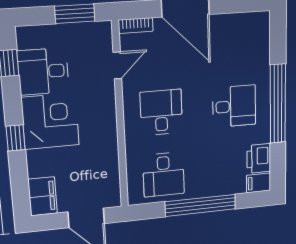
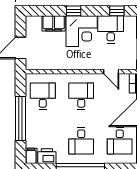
desk: (233, 42) -> (120, 141), added
desk: (161, 112) -> (81, 96), turned -90
desk: (164, 174) -> (43, 96), turned 90
filing cabinet: (43, 196) -> (54, 23), moved

